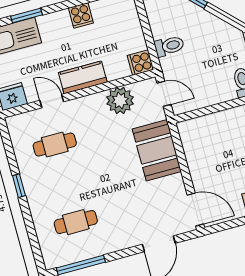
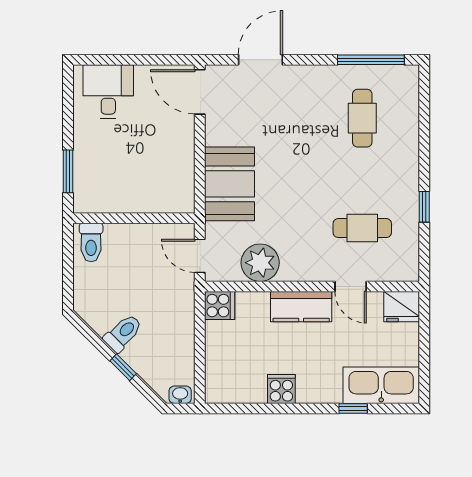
window: (27, 16) -> (353, 408), width x0.67
toilet: (169, 46) -> (123, 333), moved, turned 135
window: (19, 186) -> (424, 207), moved
cafe table: (76, 222) -> (362, 118), turned 90

